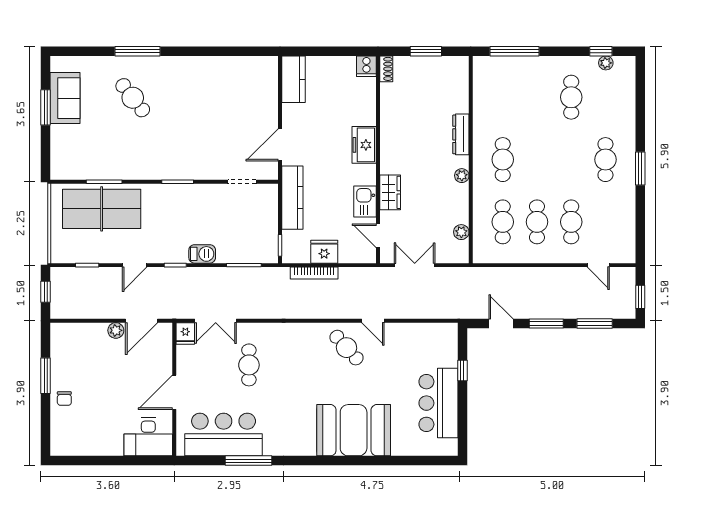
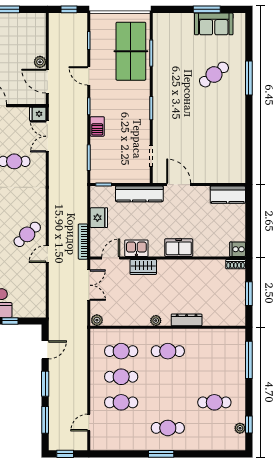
plant: (461, 232) -> (97, 320), moved
bookcase: (314, 273) -> (83, 242), moved

